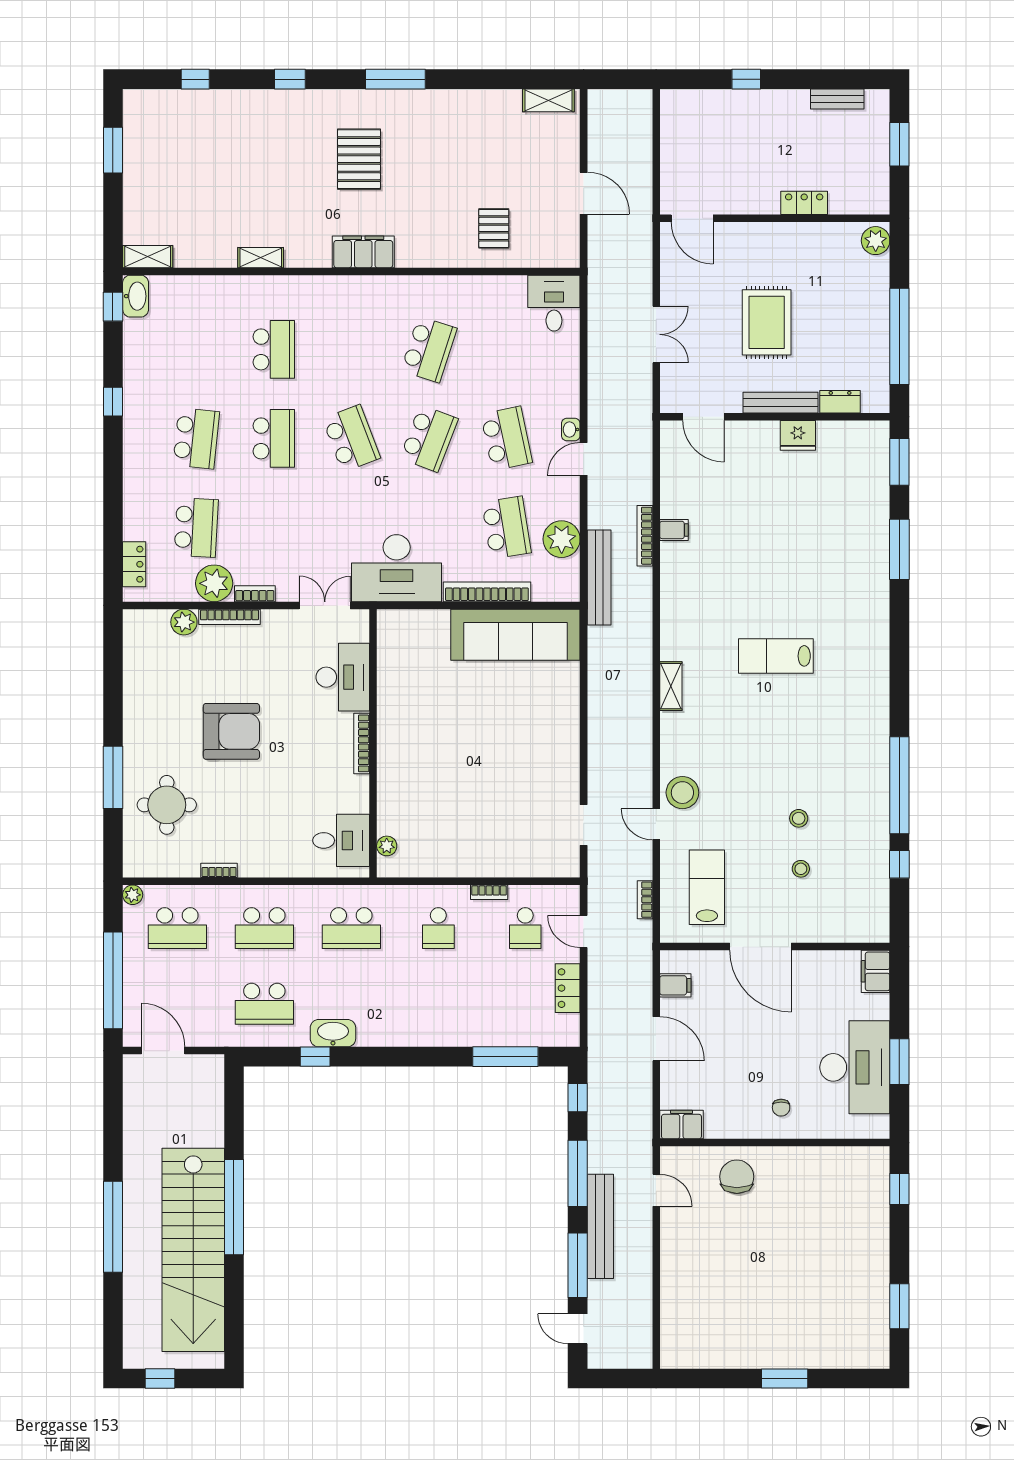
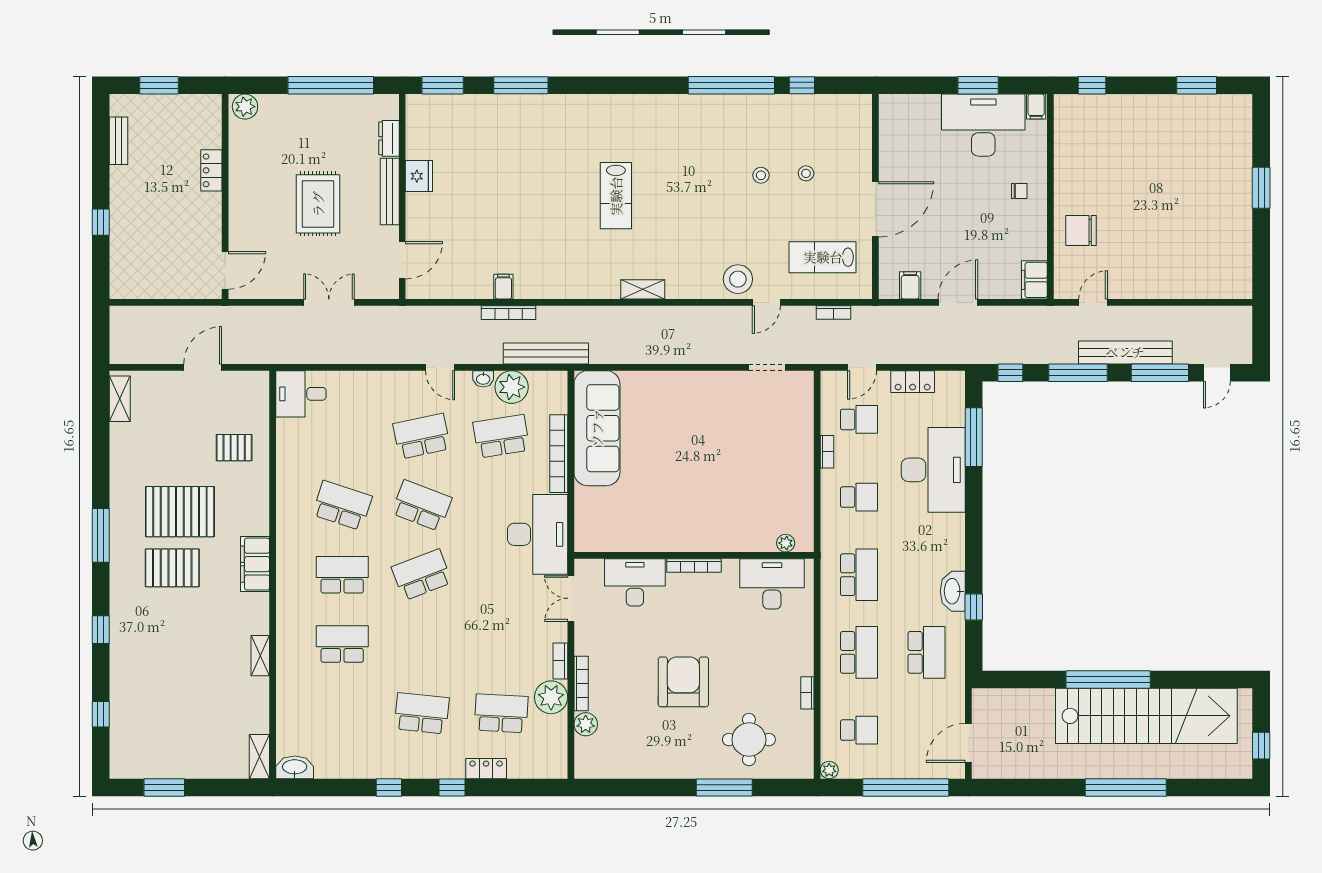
pallet: (422, 168) -> (180, 512), added
window: (113, 307) -> (452, 788), moved
rug: (767, 322) -> (318, 204), turned 90
washbasin: (571, 429) -> (483, 379), moved
school desk: (274, 438) -> (342, 575), moved
locker: (134, 564) -> (486, 769), moved
desk: (341, 840) -> (772, 584), width x1.37
school desk: (177, 928) -> (859, 730), width x0.54
filing cabinet: (876, 971) -> (1036, 107), moved, width x0.50
desk: (469, 1011) -> (933, 470), added

